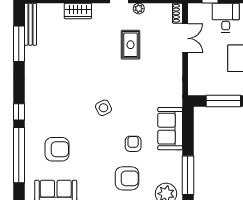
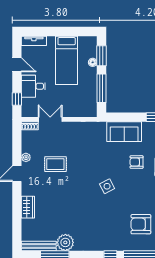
plant: (35, 57) -> (65, 242), added
armchair: (57, 149) -> (141, 224), turned -90

